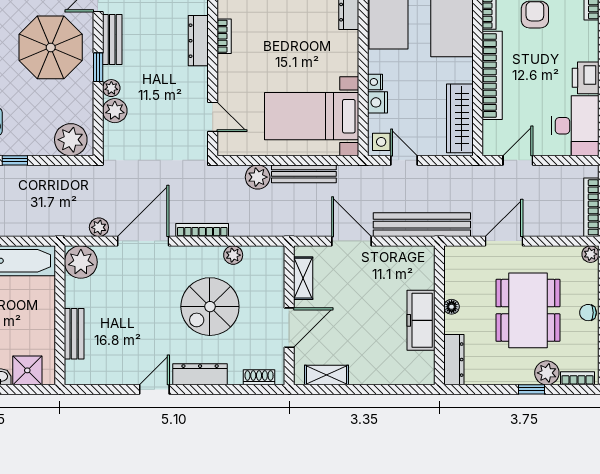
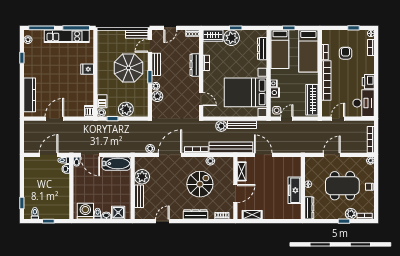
bed with nightstands: (312, 116) -> (245, 92), width x1.36
plant: (71, 140) -> (126, 109), moved
door: (404, 160) -> (287, 119), hinge flipped
bench: (422, 225) -> (231, 147), moved
plant: (81, 262) -> (142, 177), moved
spiral stairs: (210, 307) -> (200, 184), turned 180
dining table: (528, 310) -> (342, 186), turned 90
door: (154, 389) -> (162, 221), moved

